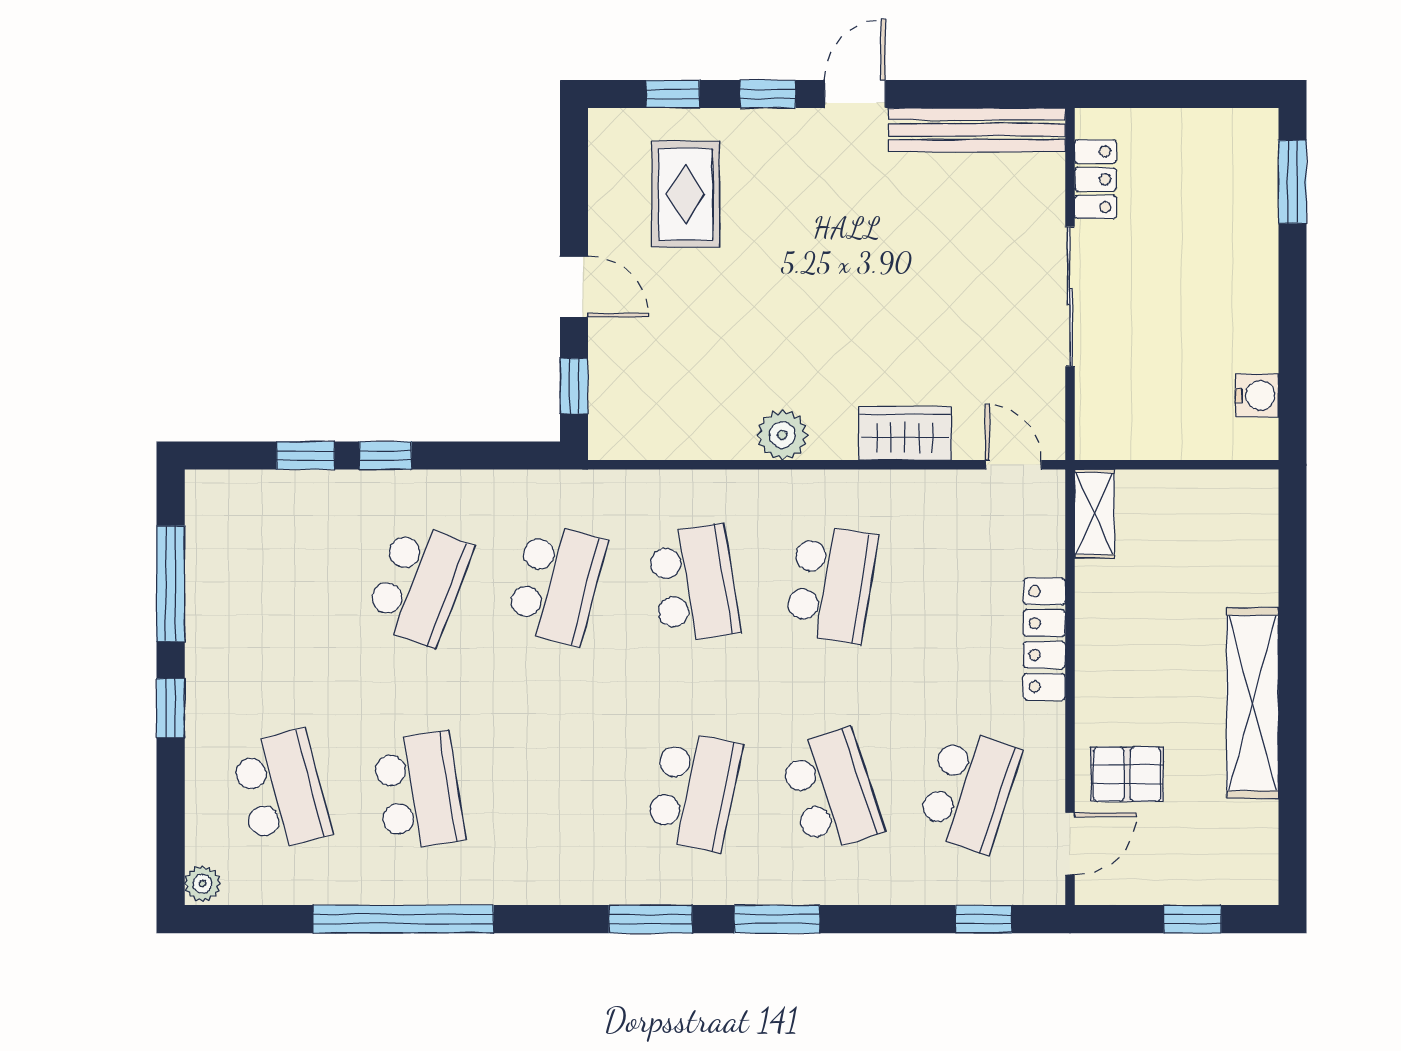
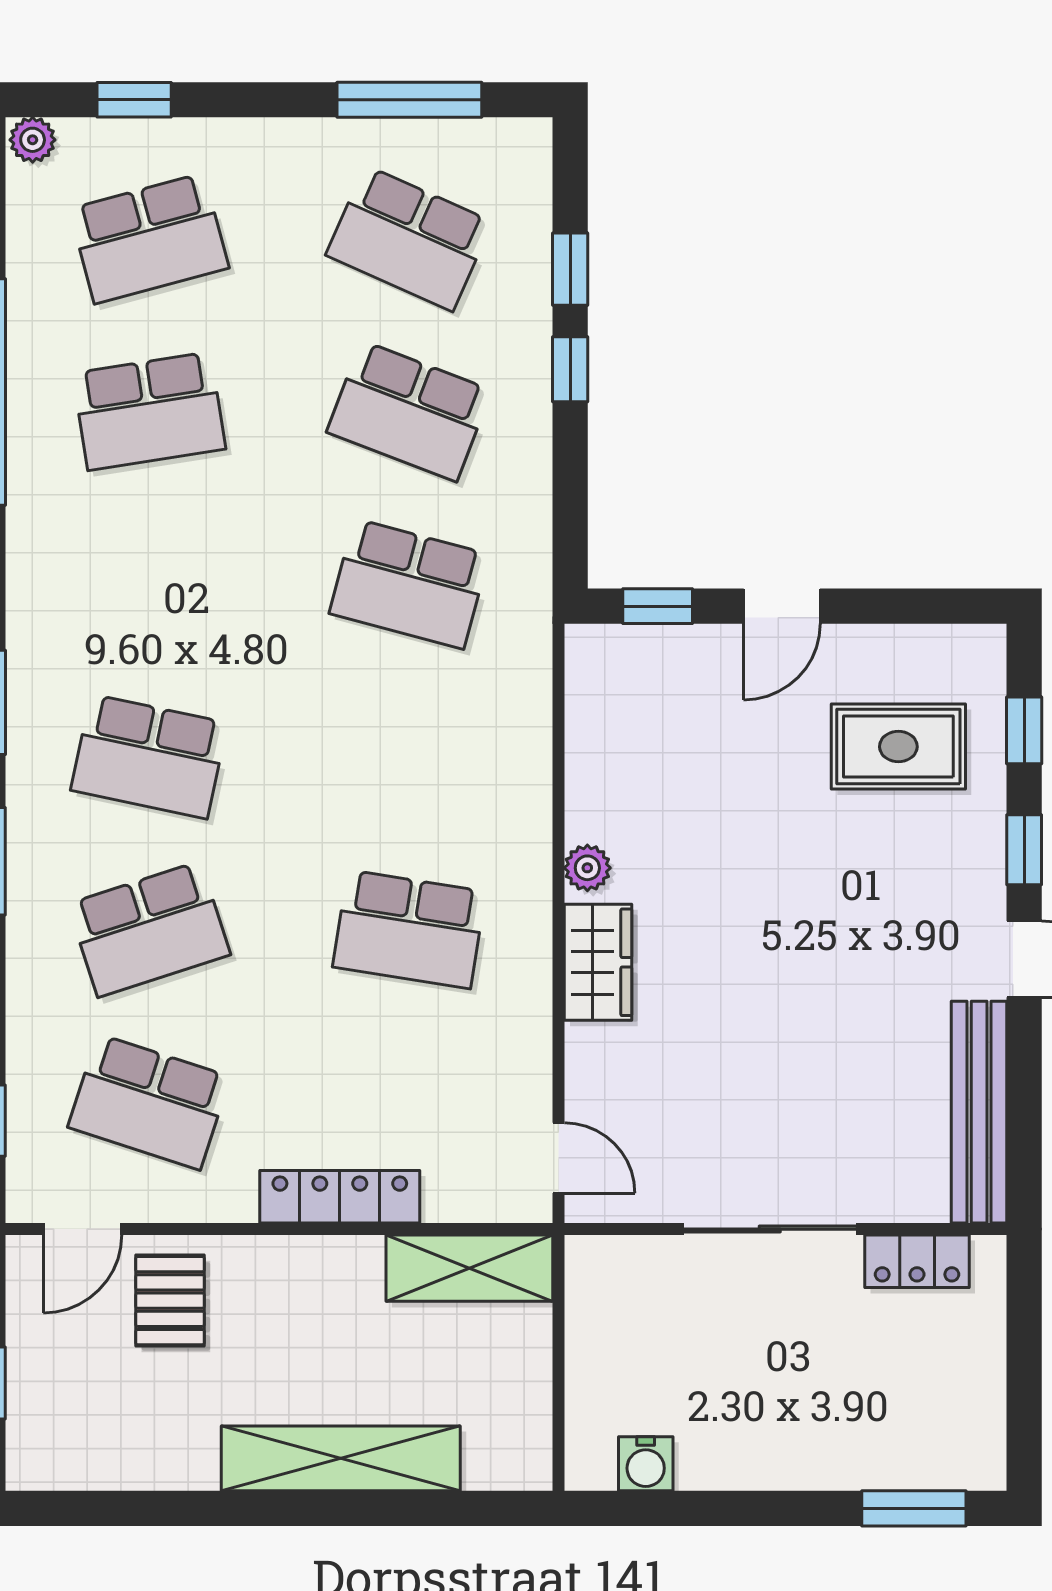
wardrobe: (905, 433) -> (598, 962), moved
plant: (782, 435) -> (587, 868), width x0.73, depth x0.73
door: (1013, 465) -> (558, 1158), hinge flipped
shelving: (1094, 514) -> (469, 1268), width x1.50, depth x1.33
school desk: (694, 584) -> (409, 238), moved, turned 33
shelving: (1253, 703) -> (341, 1458), moved
window: (171, 708) -> (134, 100), moved
door: (1070, 844) -> (83, 1229), hinge flipped

